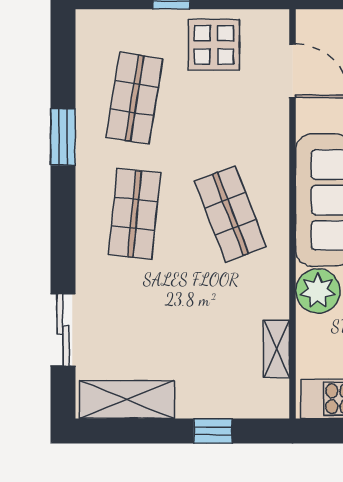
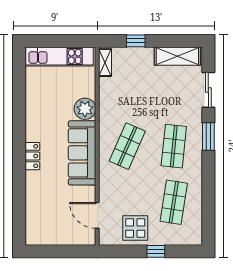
window: (63, 137) -> (208, 137), moved
shop shelf: (230, 214) -> (127, 146), turned 45
shelving: (276, 349) -> (105, 63), moved

